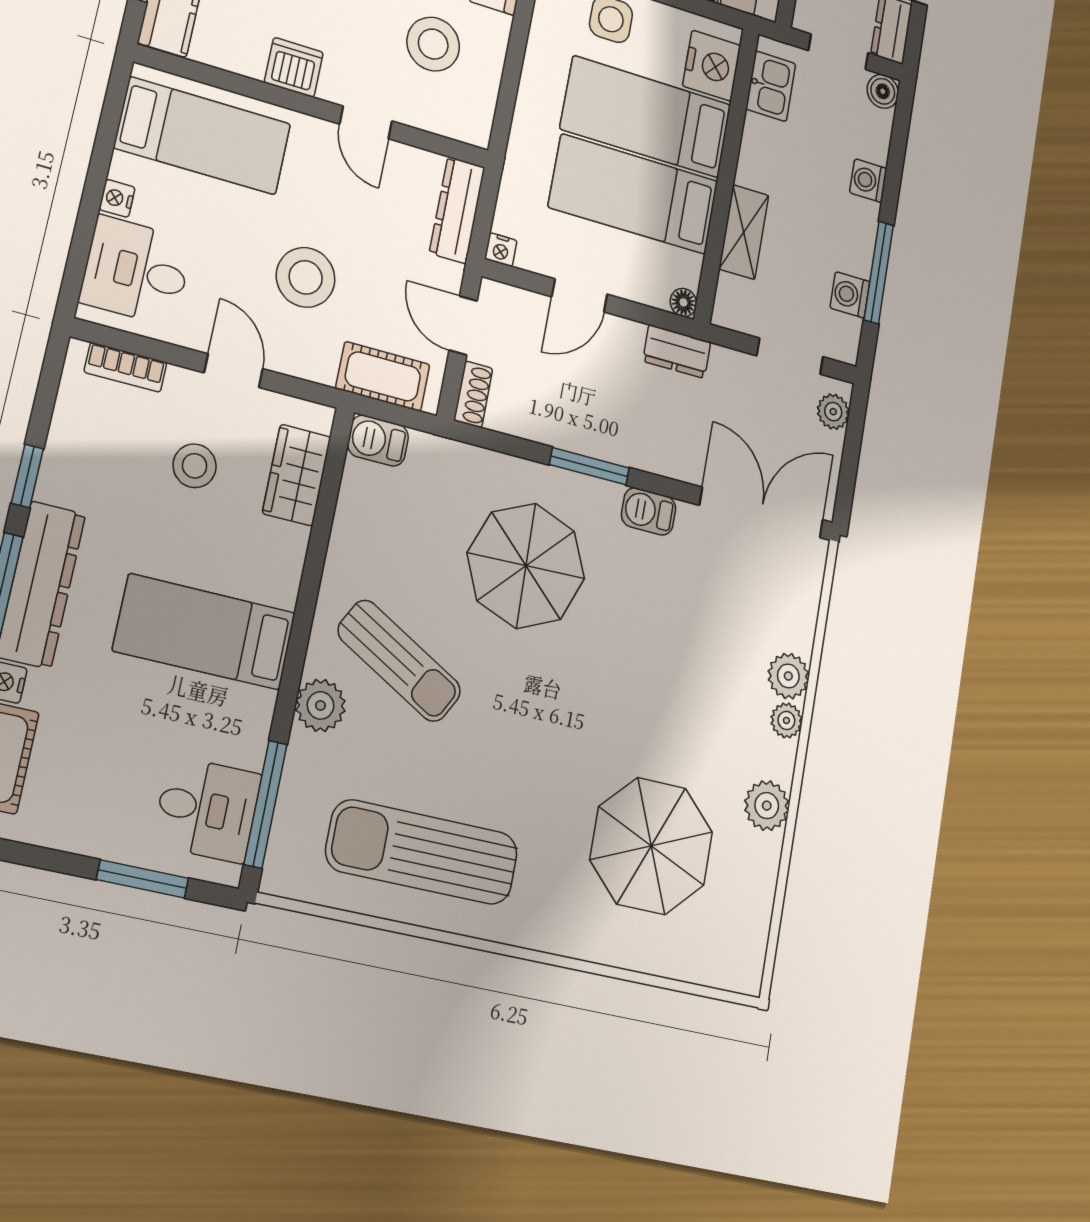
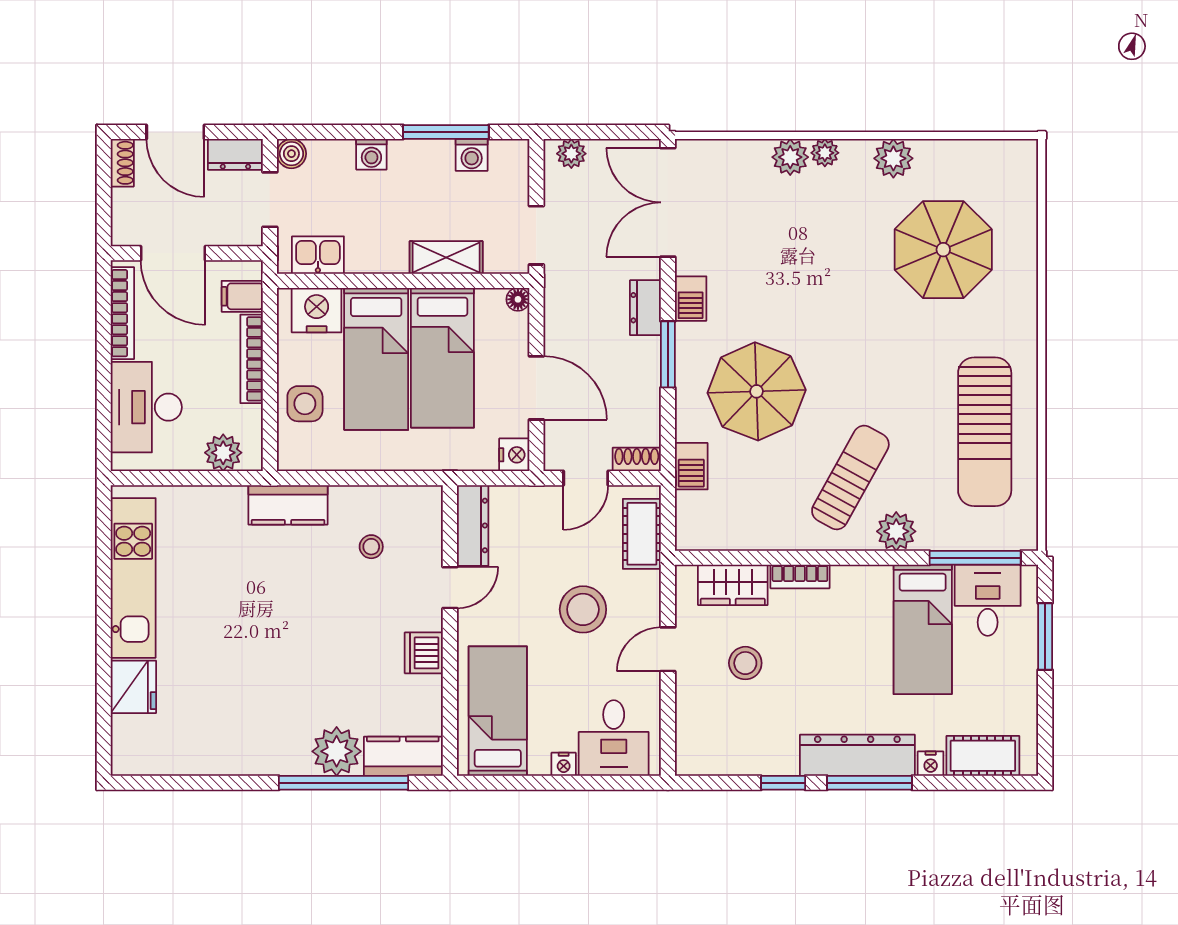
stool: (433, 44) -> (371, 547), width x0.53, depth x0.53
dresser: (457, 210) -> (473, 525), moved, turned -90
nightstand: (501, 250) -> (514, 455), width x1.39, depth x1.35
door: (580, 295) -> (536, 388), width x1.38
dresser: (677, 352) -> (645, 308), moved, turned 180
doorway: (790, 356) -> (536, 235), moved
bookcase: (126, 367) -> (800, 577), moved, turned 90
barbecue: (378, 441) -> (691, 466), moved
bed: (205, 632) -> (923, 629), moved

